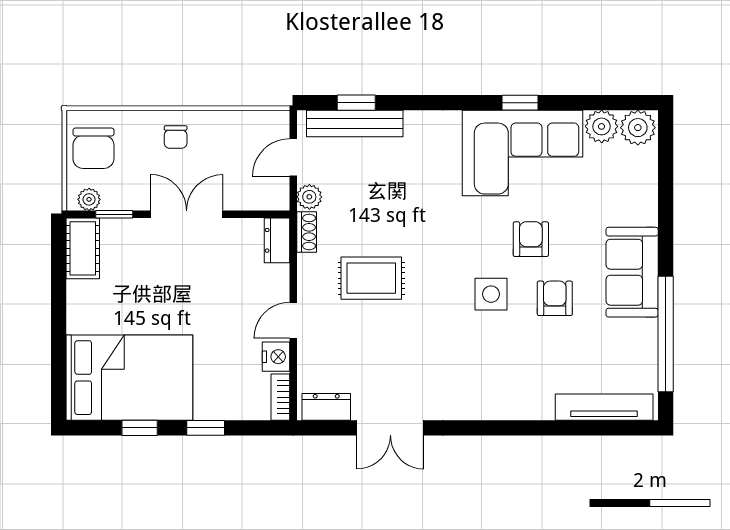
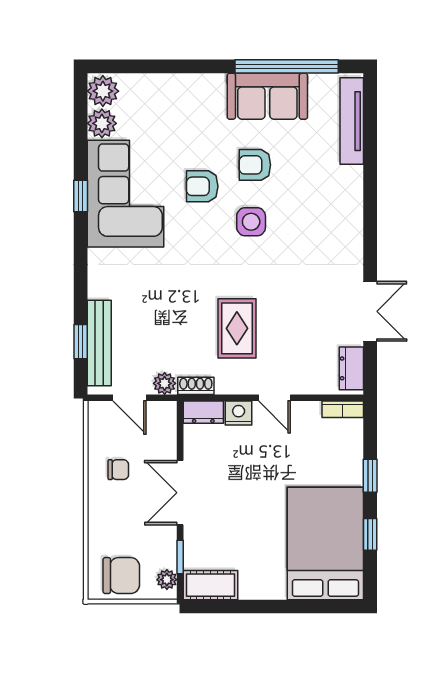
chair: (176, 137) -> (118, 470), moved
sofa: (632, 272) -> (267, 96), moved
nightstand: (276, 357) -> (239, 413), moved

